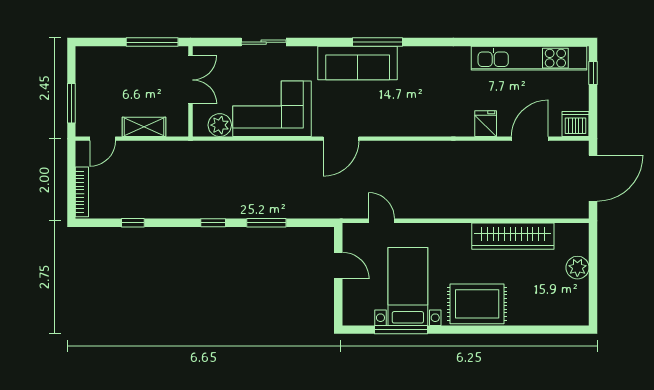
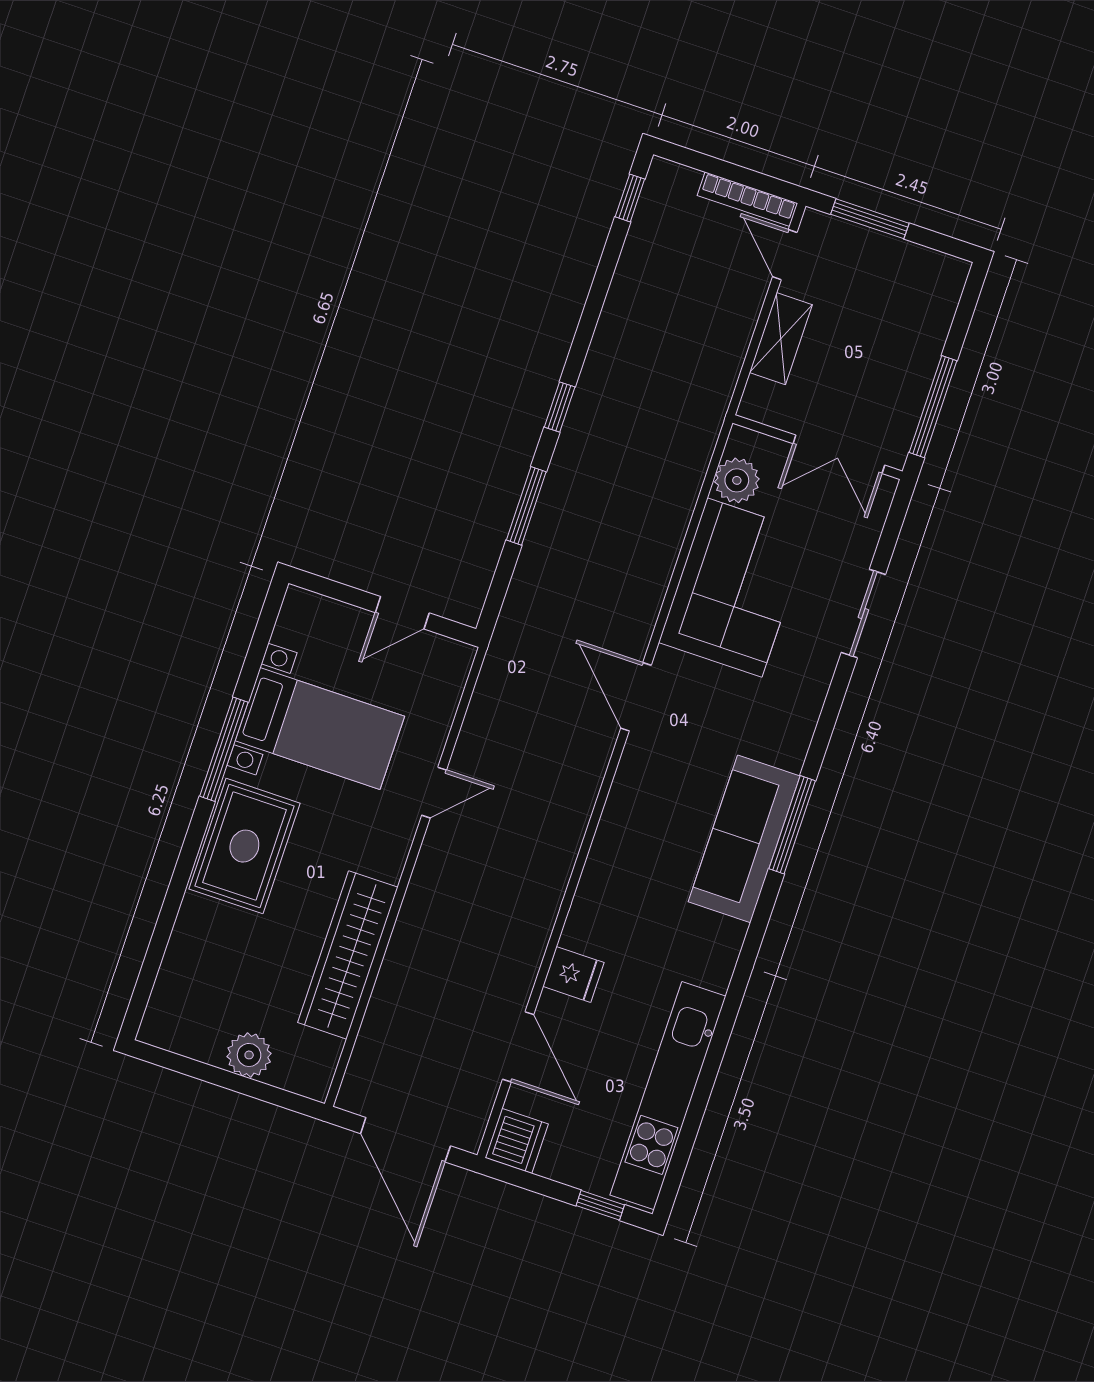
sofa: (358, 63) -> (744, 839), moved
bookcase: (82, 192) -> (748, 199), moved
door: (381, 221) -> (434, 793), moved
window: (133, 223) -> (630, 198), moved
window: (401, 330) -> (224, 749), moved

